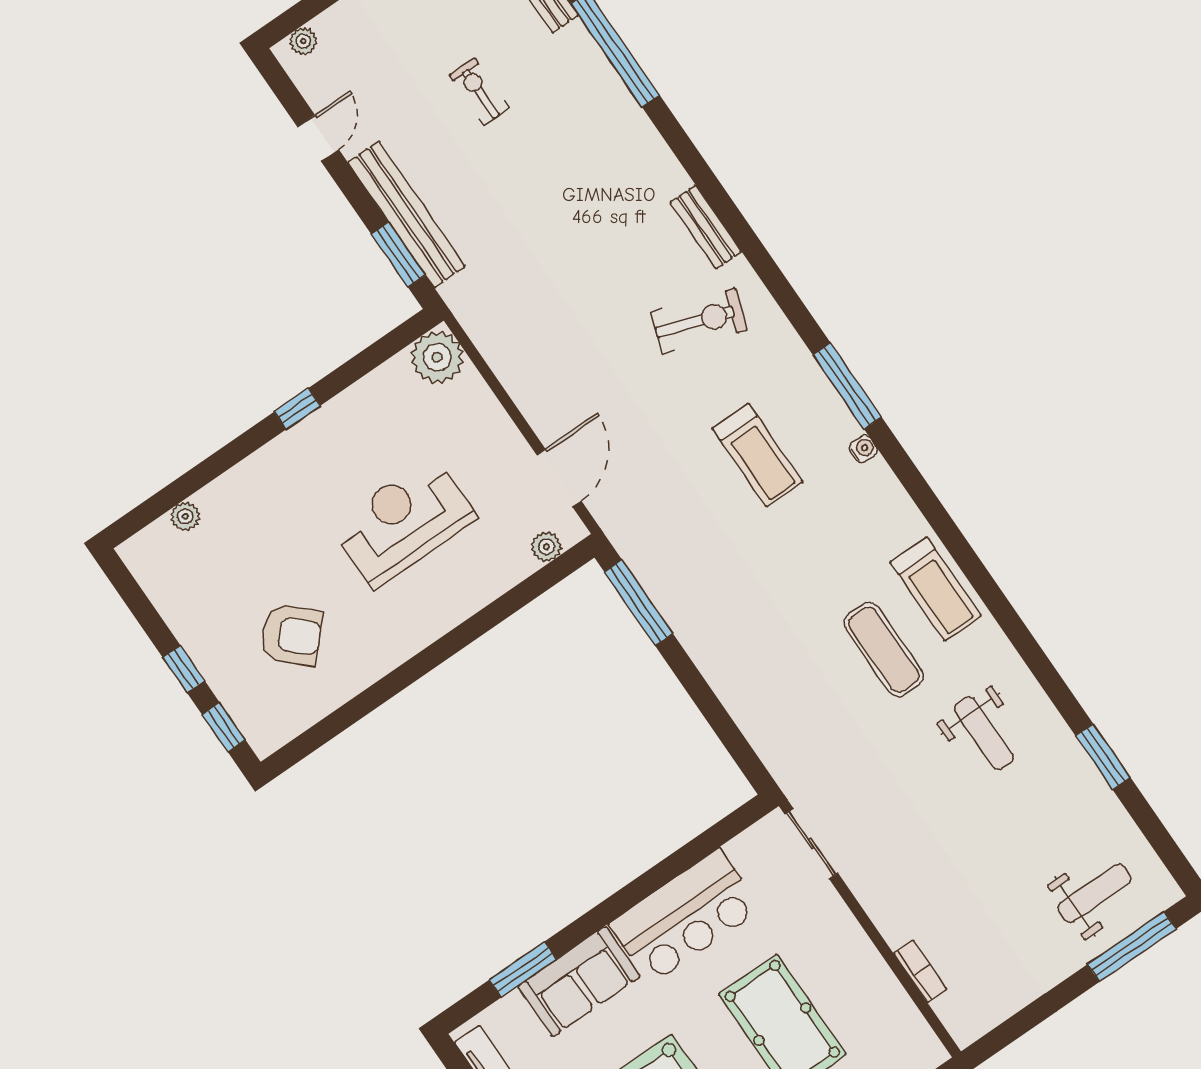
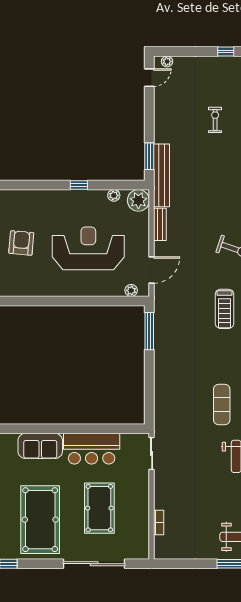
door: (318, 138) -> (149, 78), moved
bench: (407, 214) -> (162, 175), moved
bench: (513, 375) -> (160, 224), added
plant: (185, 516) -> (114, 195), moved
reception desk: (403, 522) -> (88, 248), width x1.36, depth x1.30
armchair: (292, 635) -> (21, 243), moved, turned -129
window: (523, 970) -> (24, 429), removed

